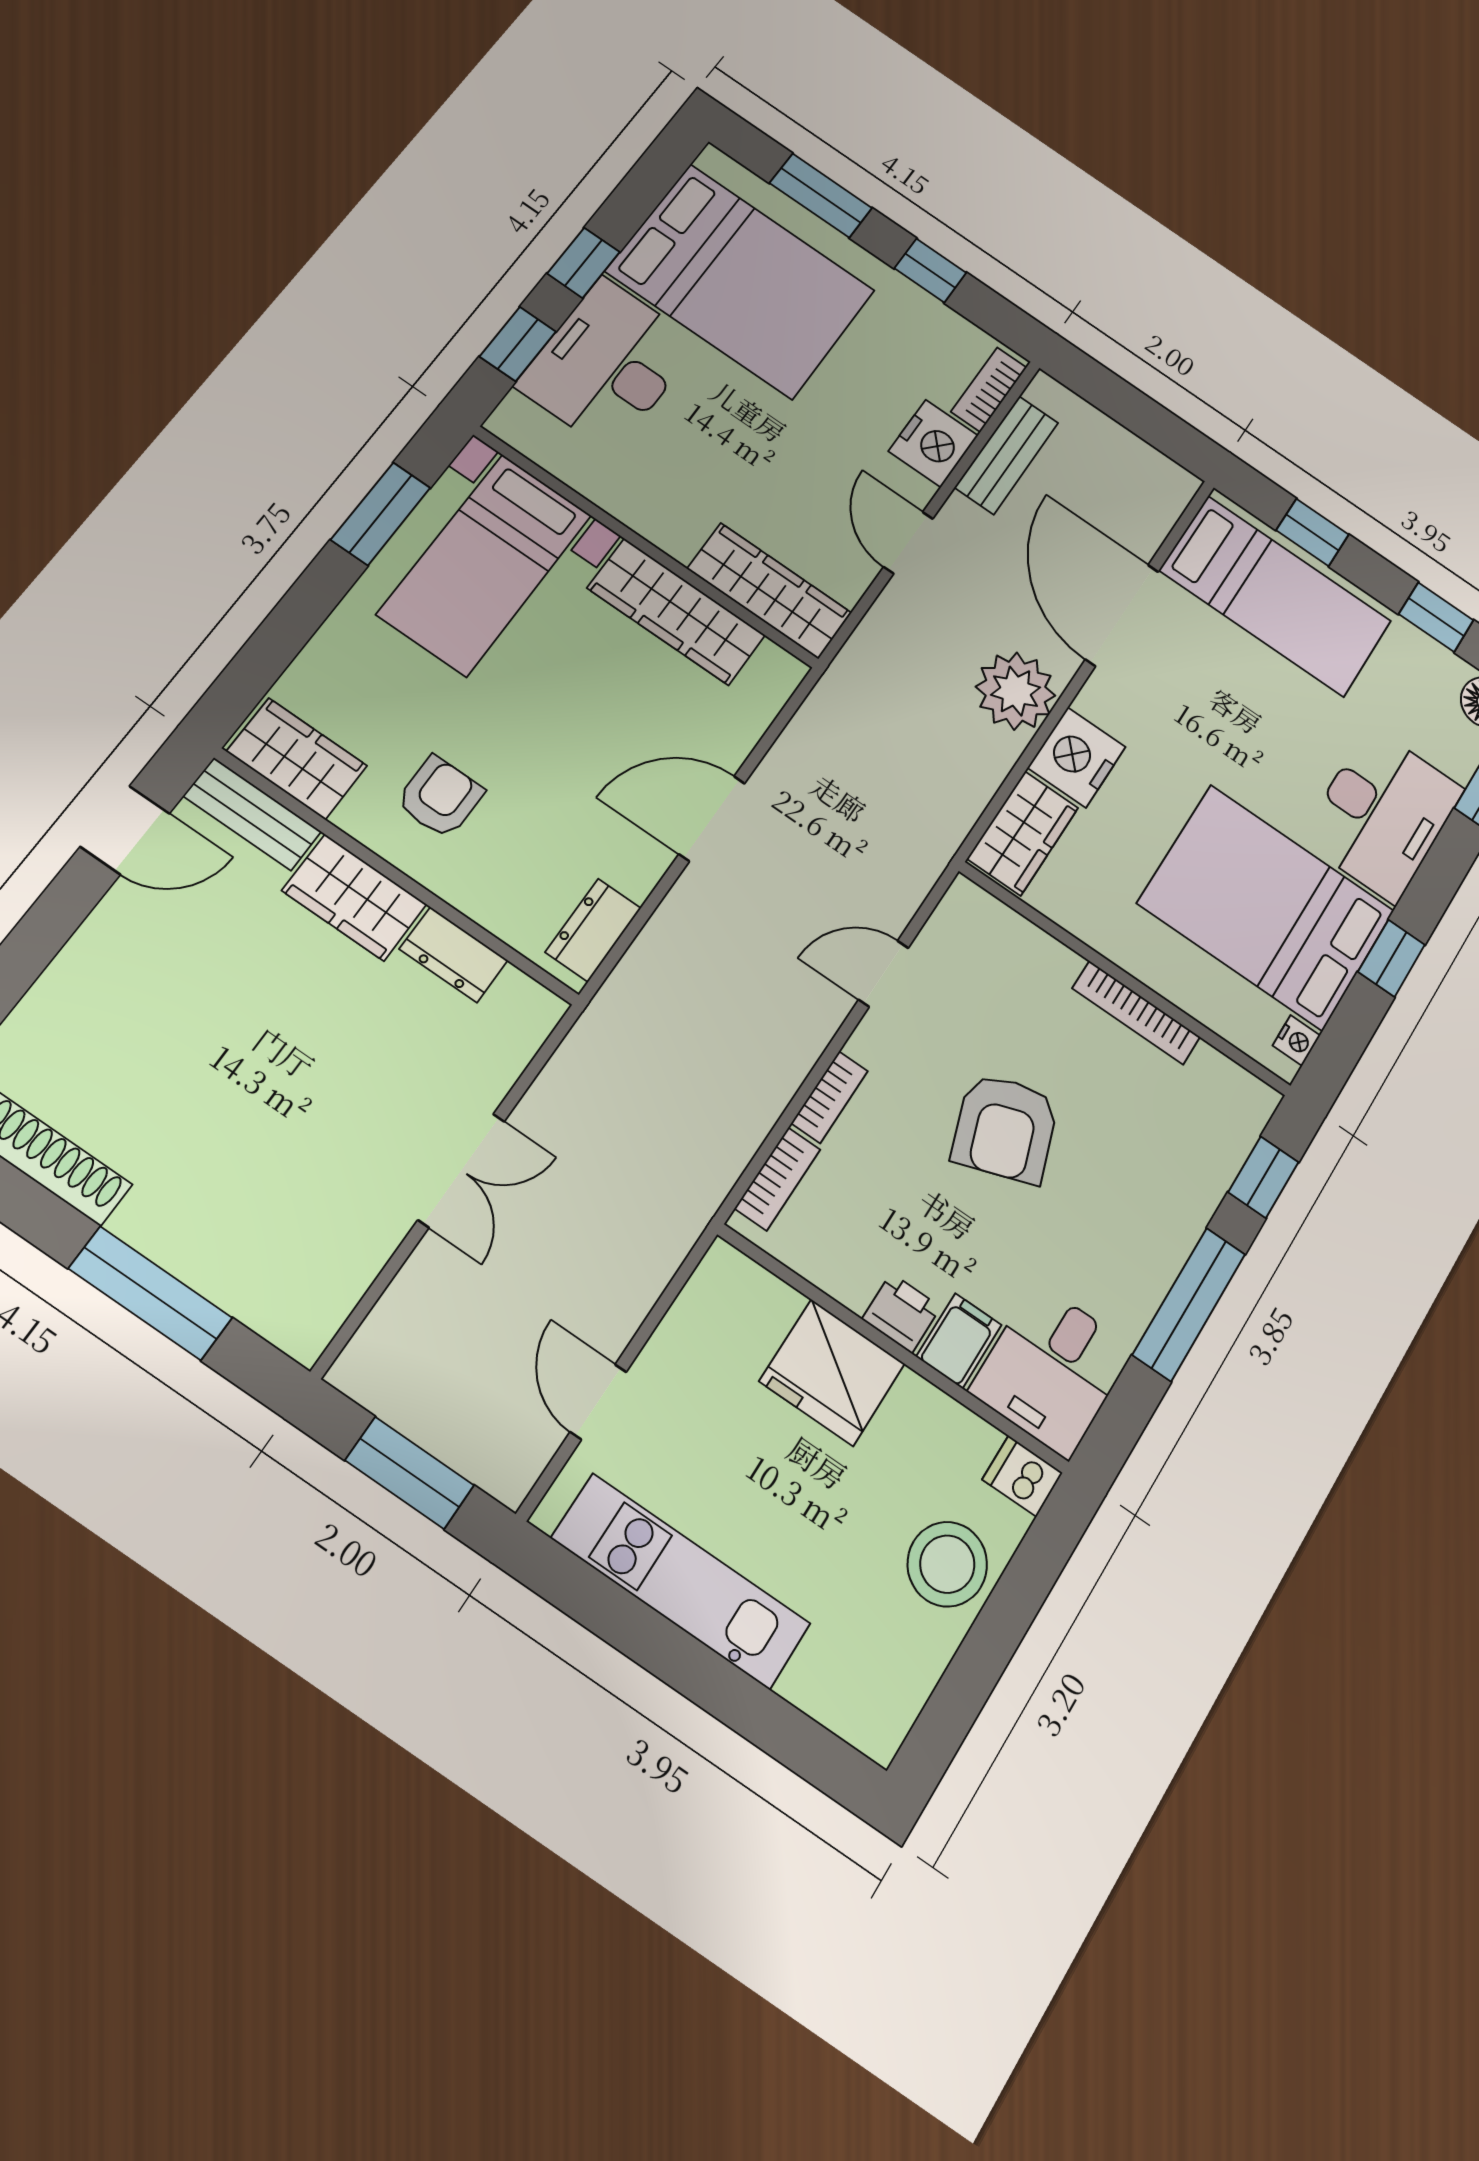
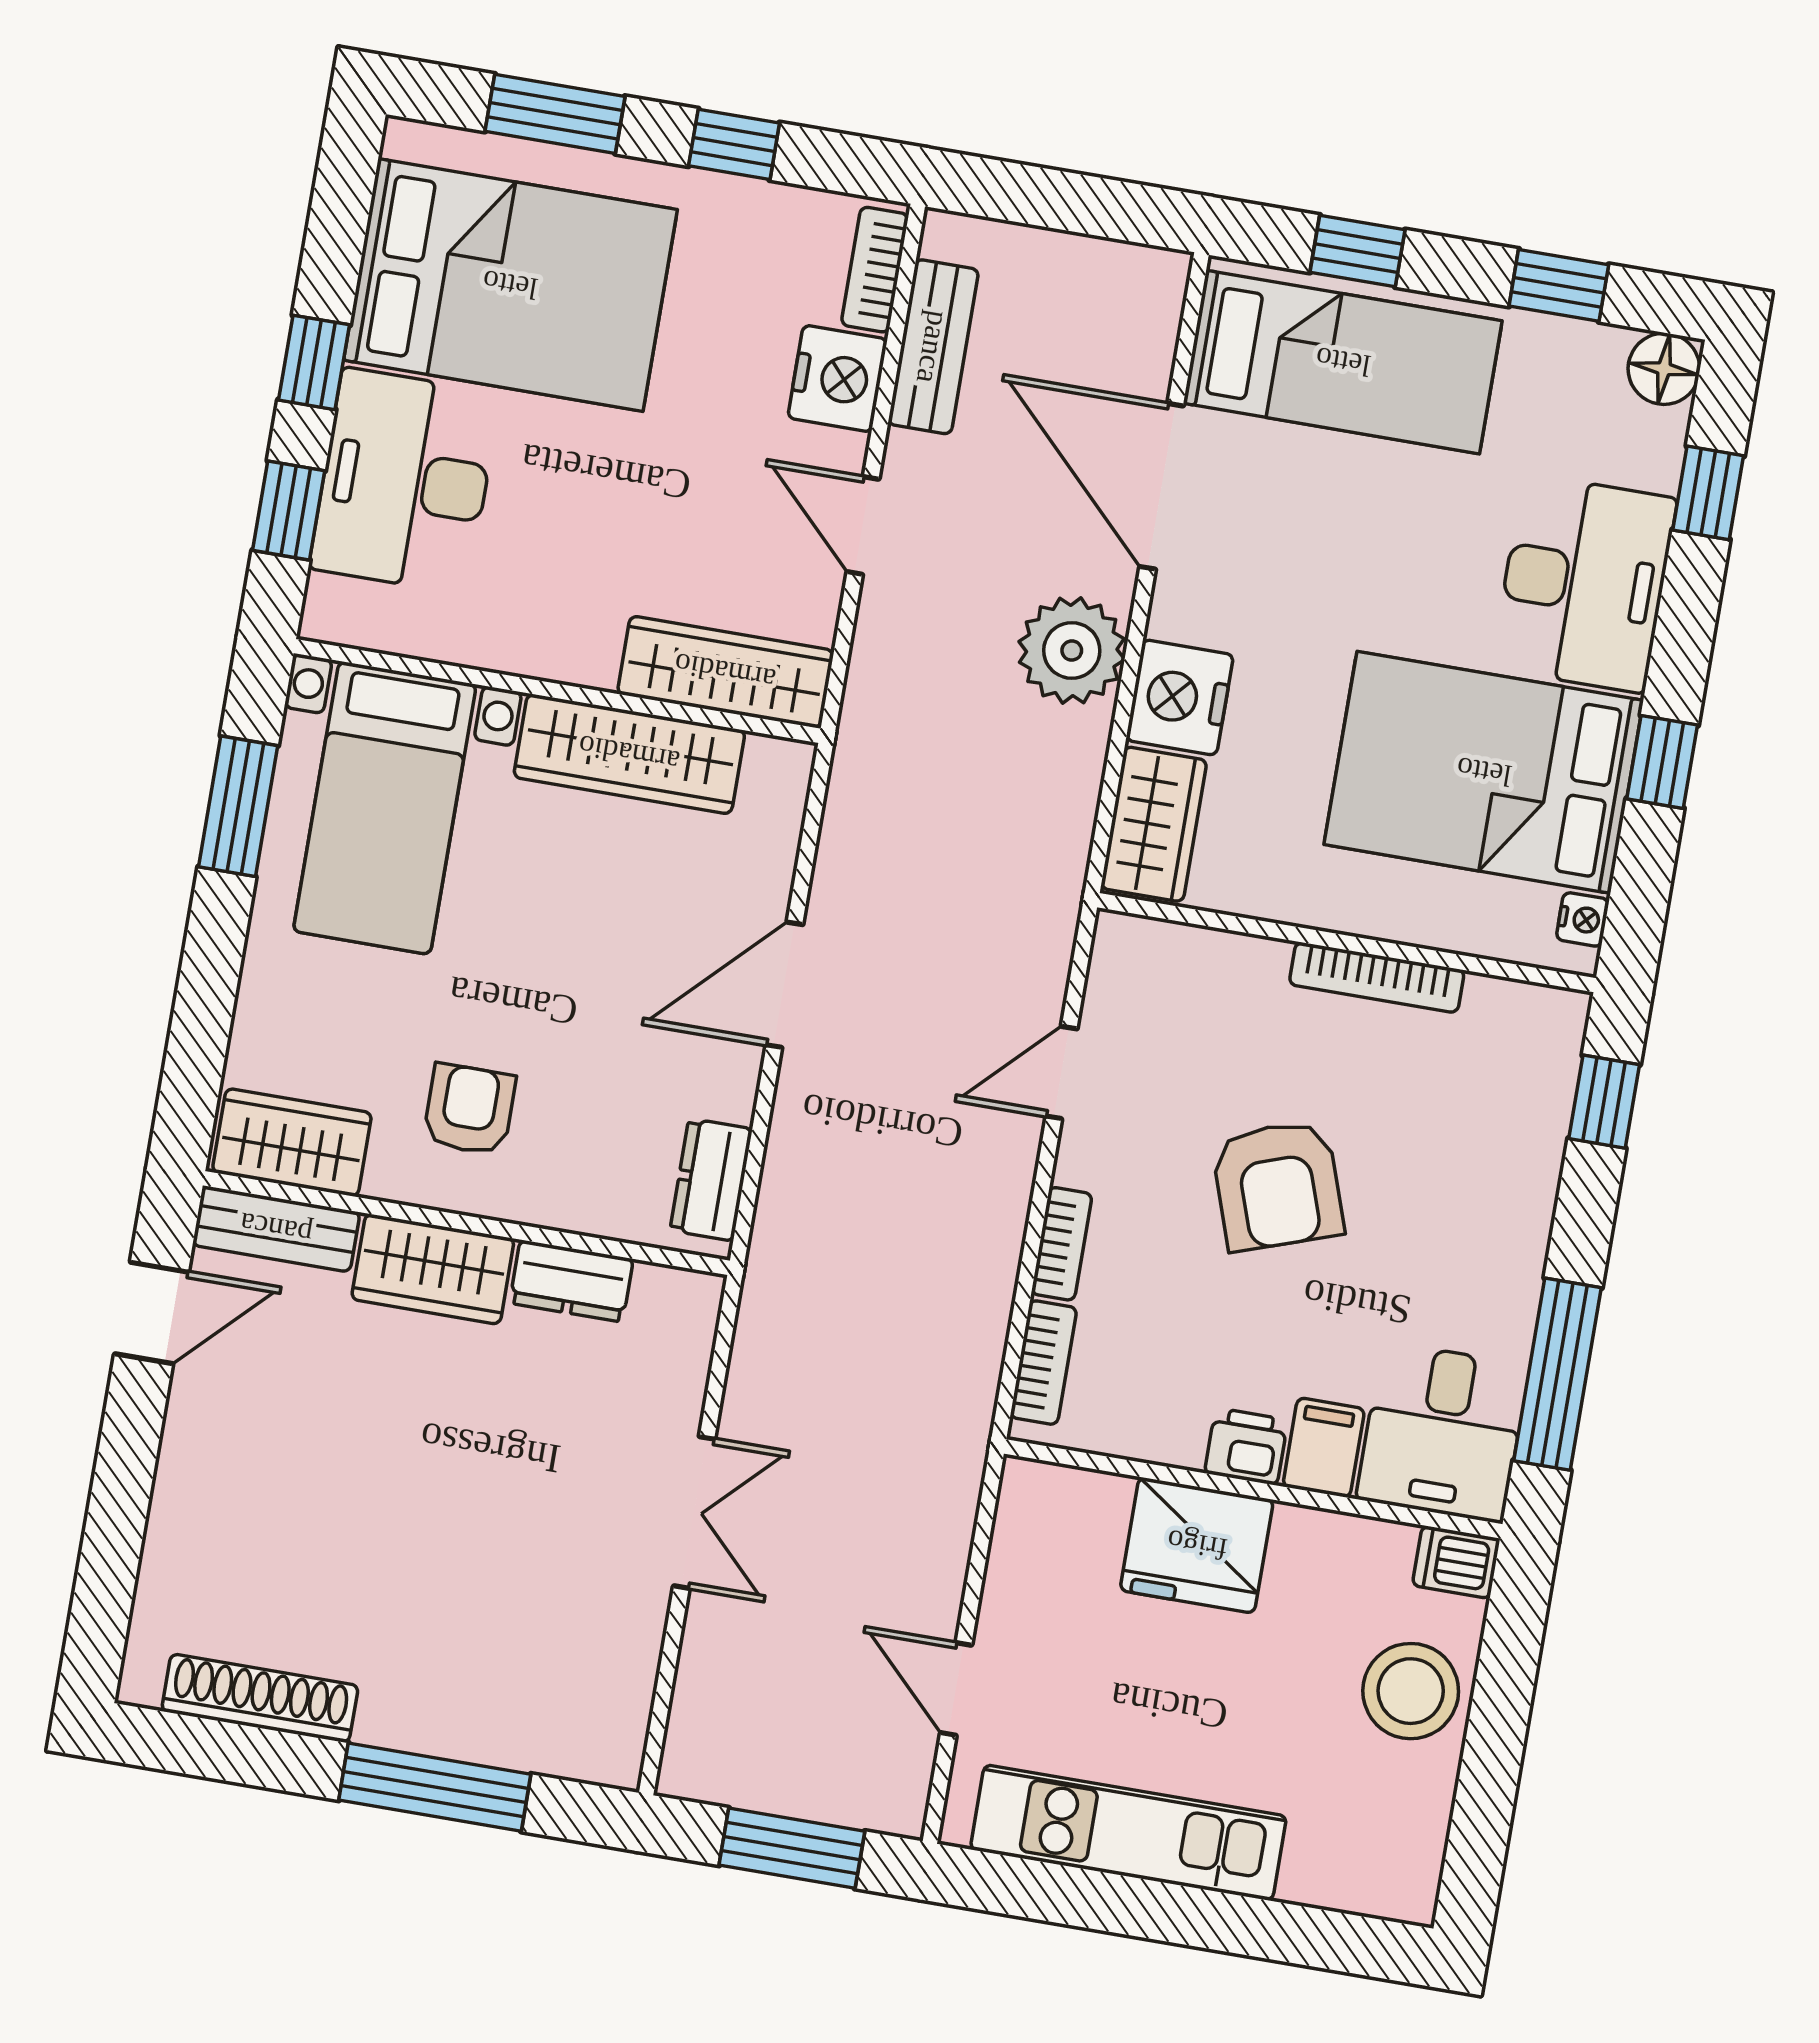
window: (1189, 1304) -> (1558, 1374), moved

